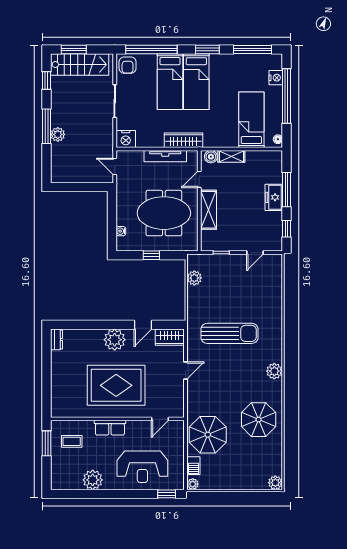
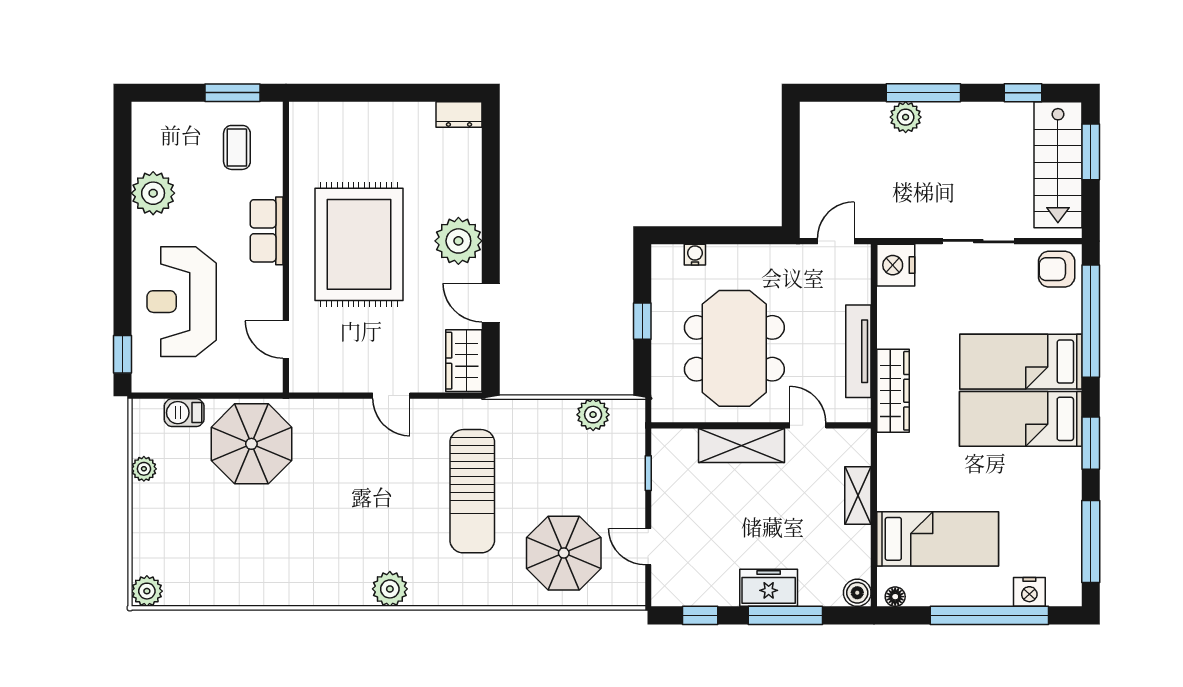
boiler: (211, 157) -> (857, 593), moved
parasol: (259, 420) -> (564, 553), moved
plant: (193, 484) -> (144, 469), moved

